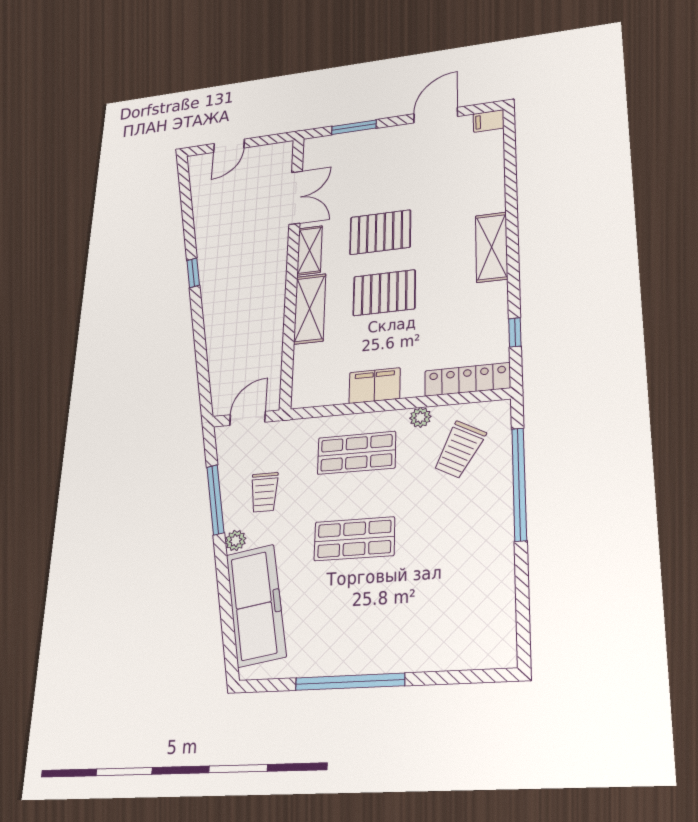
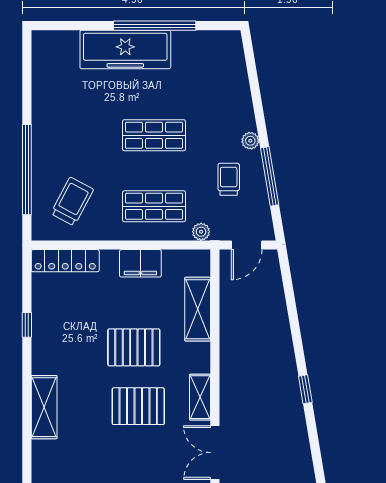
shelving: (492, 247) -> (44, 407), moved
shelving: (310, 309) -> (198, 309), moved
window: (515, 332) -> (27, 325), moved
plant: (420, 417) -> (201, 232), moved
freezer: (256, 605) -> (125, 49), moved, turned -80

